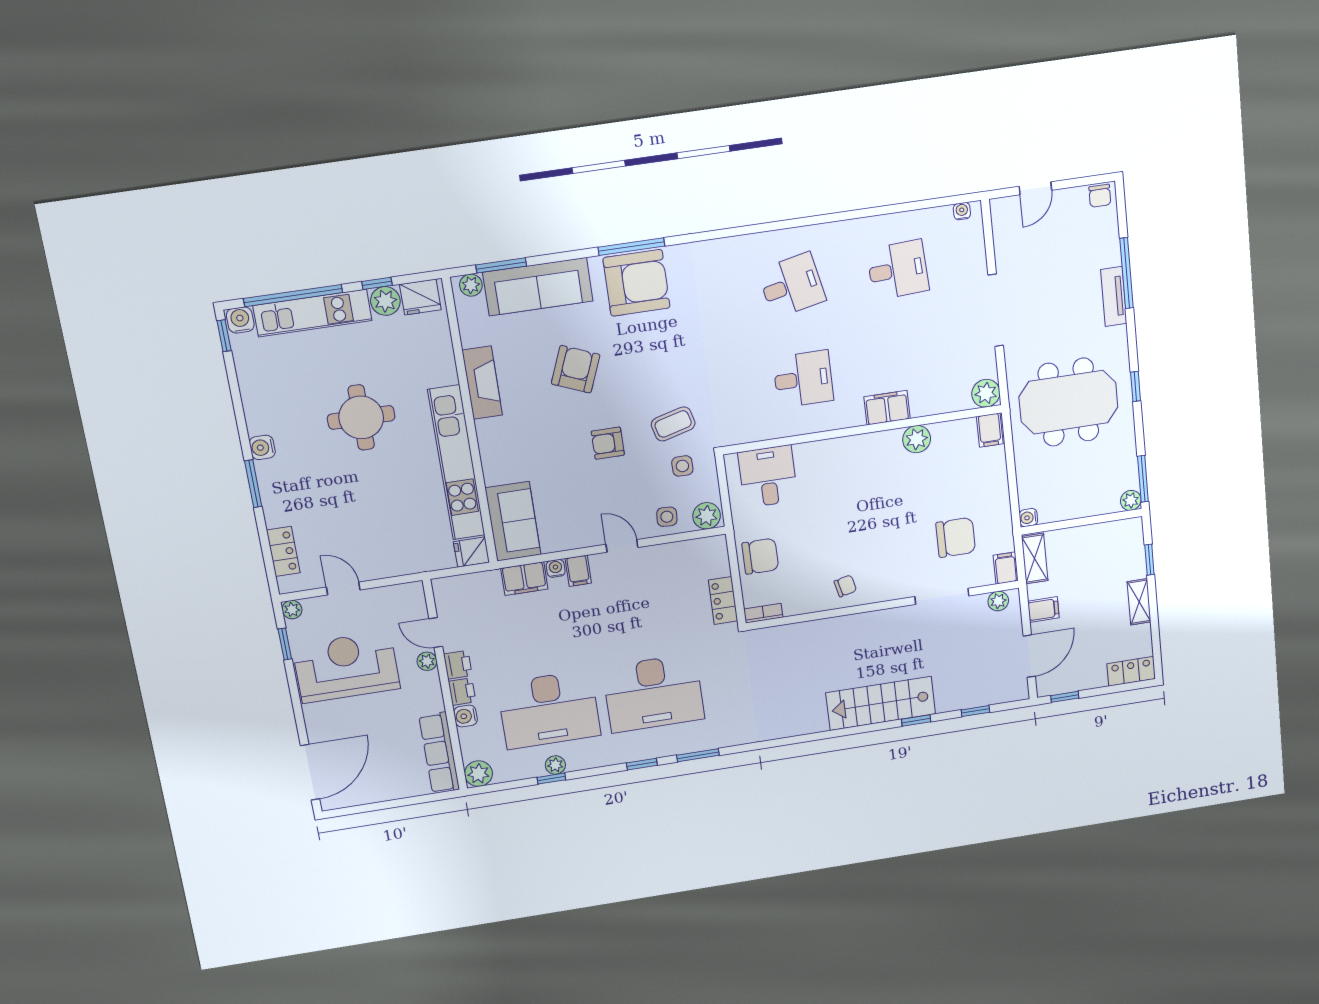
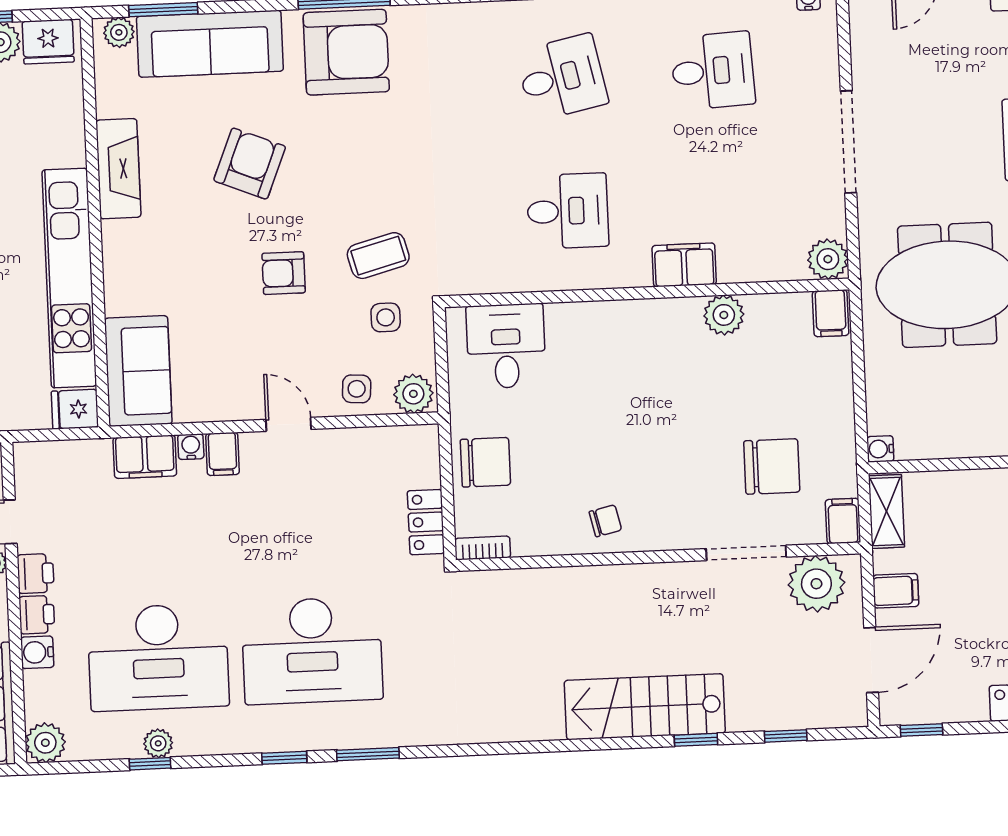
plant: (998, 601) -> (816, 584), width x1.87, depth x1.87

